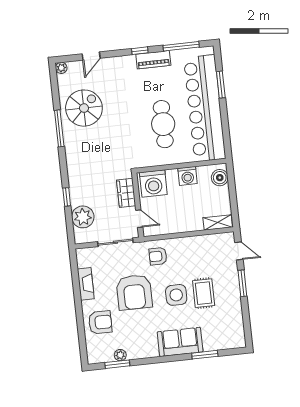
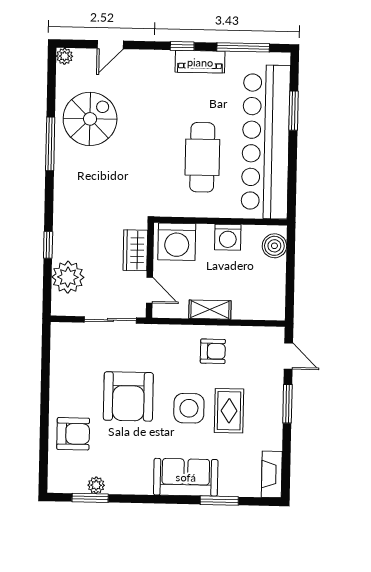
shelving: (218, 222) -> (210, 310), moved
armchair: (158, 256) -> (213, 351), moved, turned 180
fireplace: (86, 284) -> (272, 474), moved, turned 180

